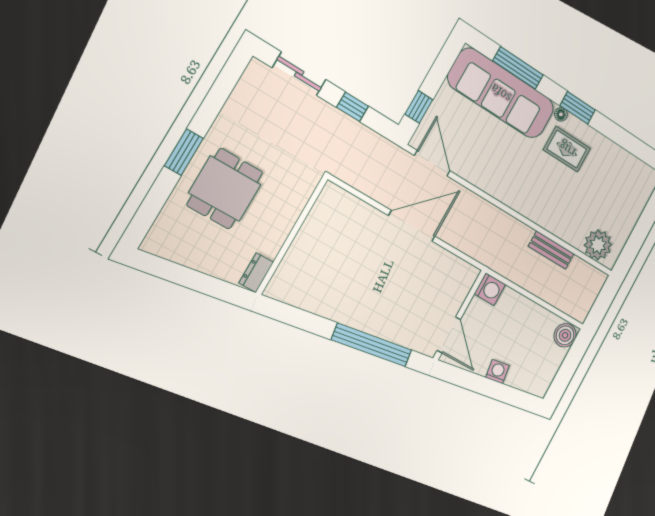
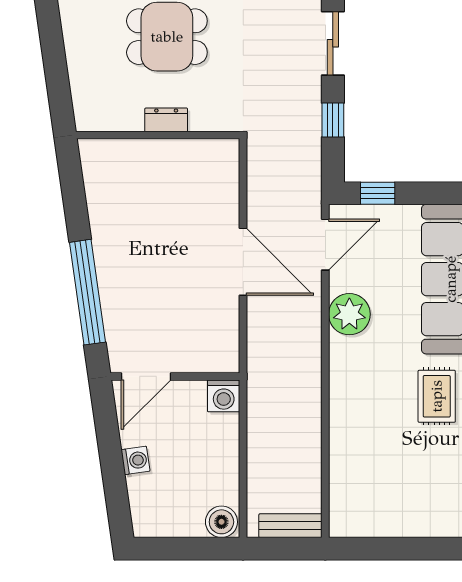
plant: (598, 245) -> (349, 314), moved
bench: (551, 250) -> (290, 526), moved, turned 90
dresser: (256, 273) -> (166, 120), moved

